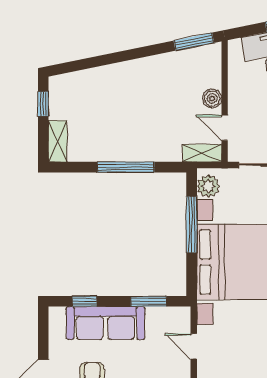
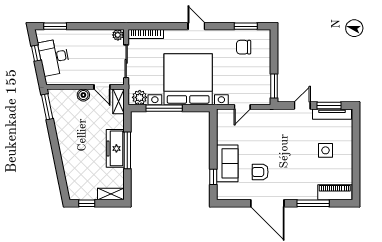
door: (225, 128) -> (102, 87), hinge flipped
freezer: (129, 148) -> (115, 148), added
window: (149, 301) -> (213, 136), removed
sofa: (105, 323) -> (227, 163), width x0.73

